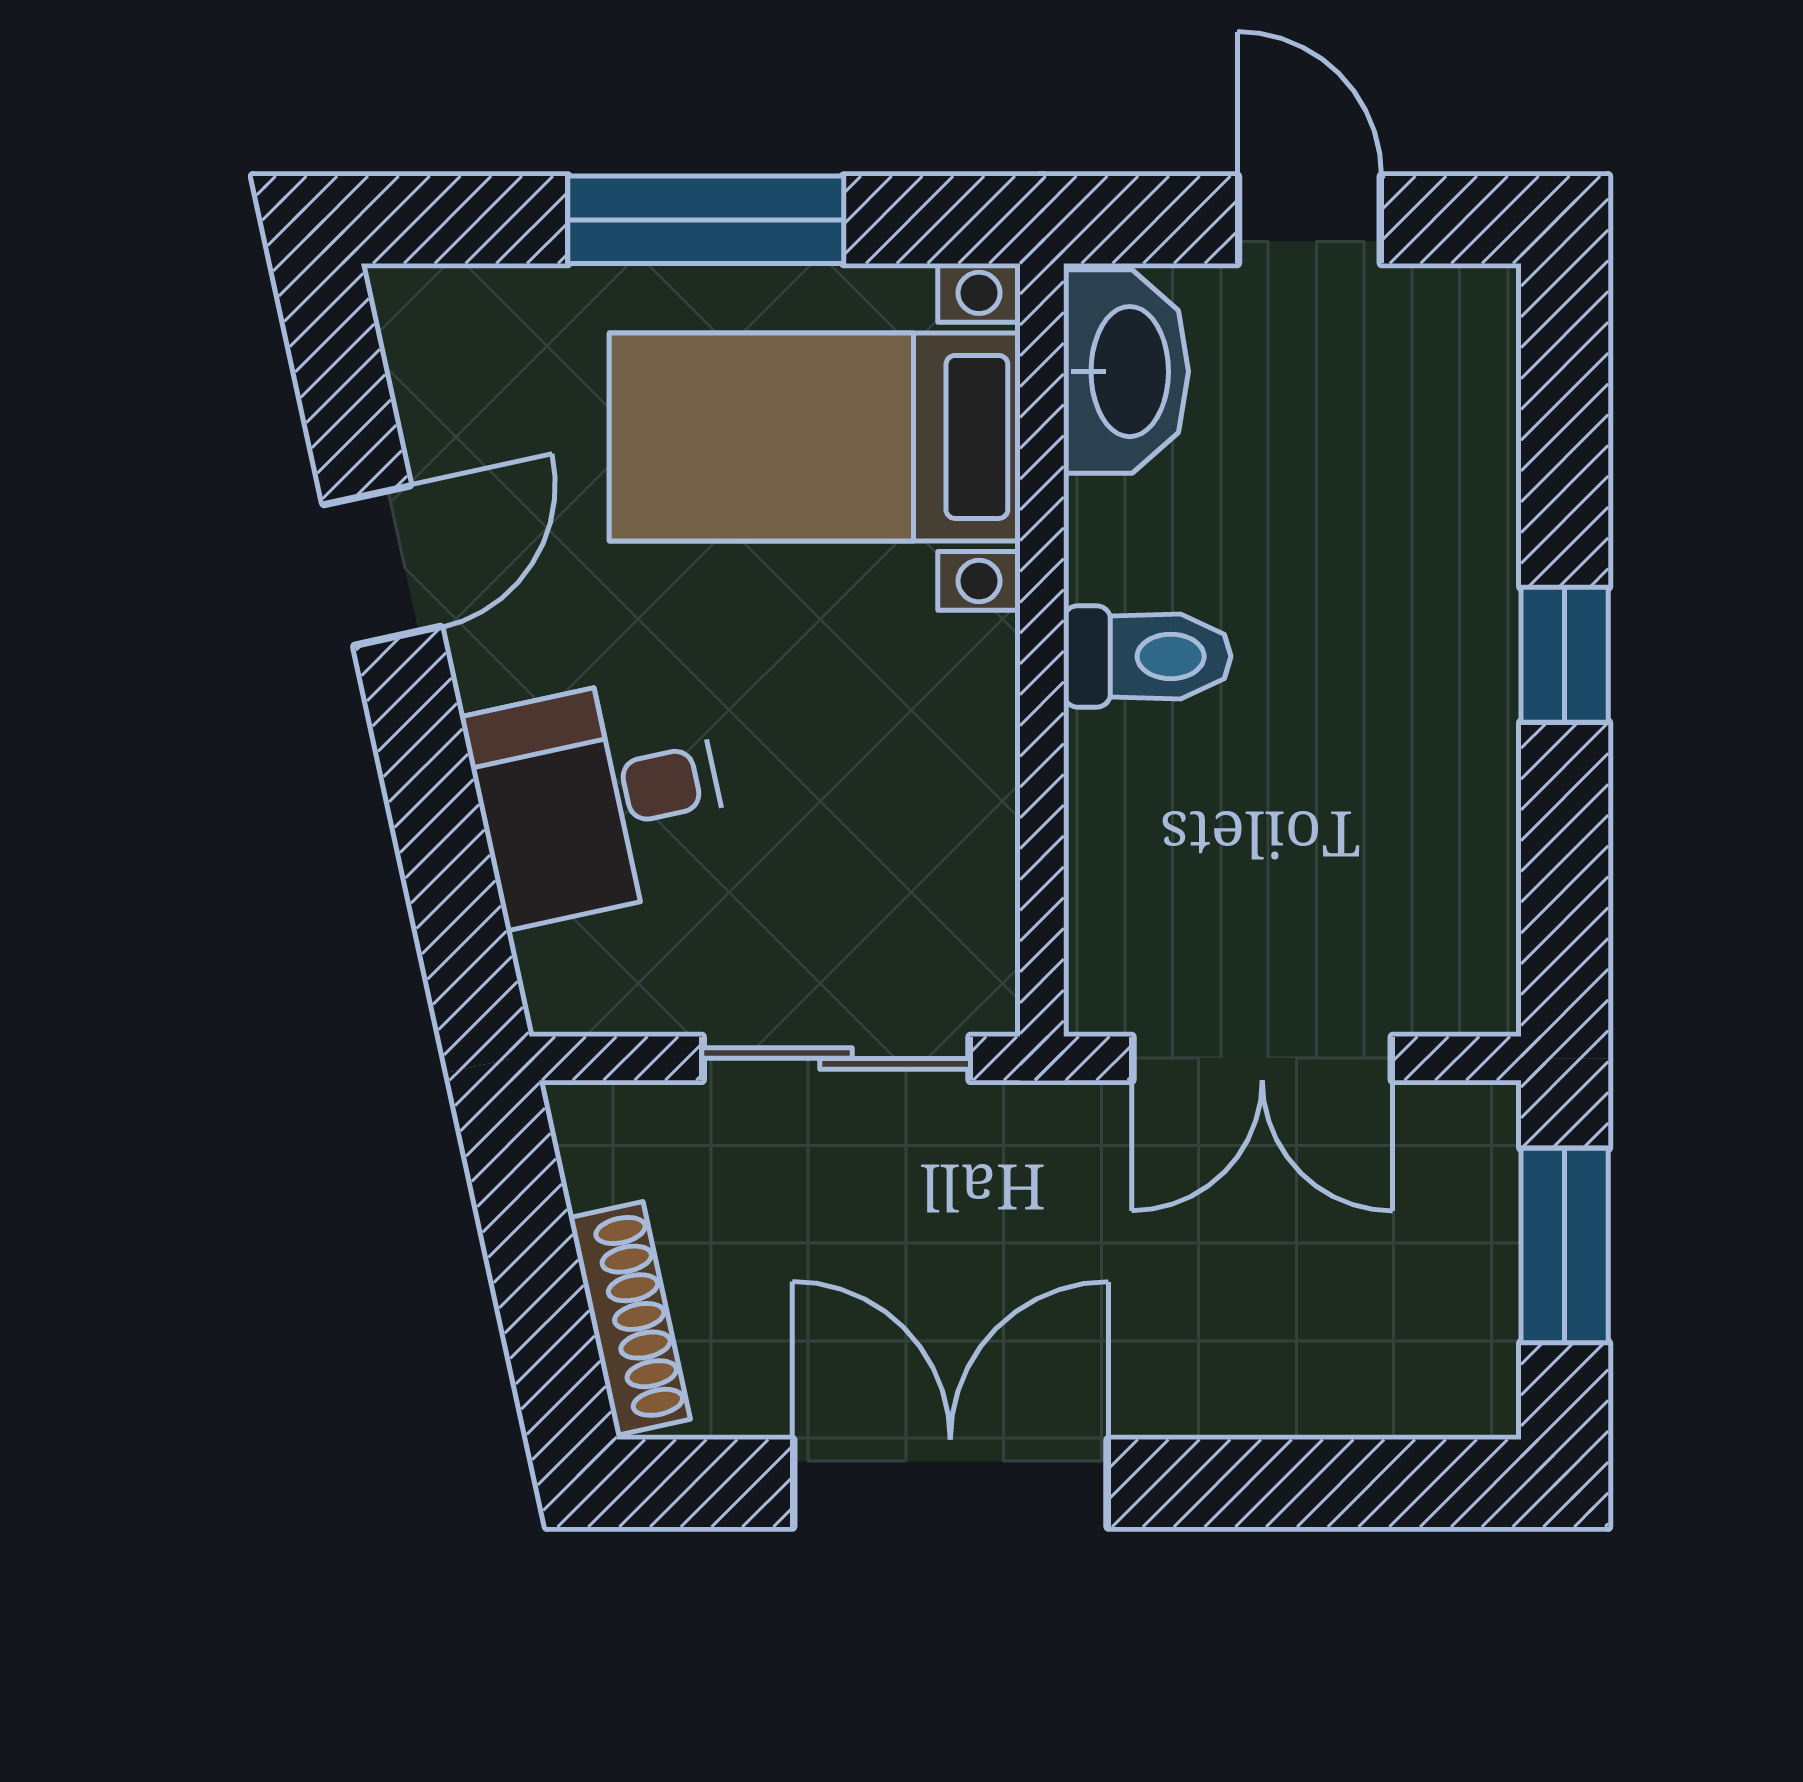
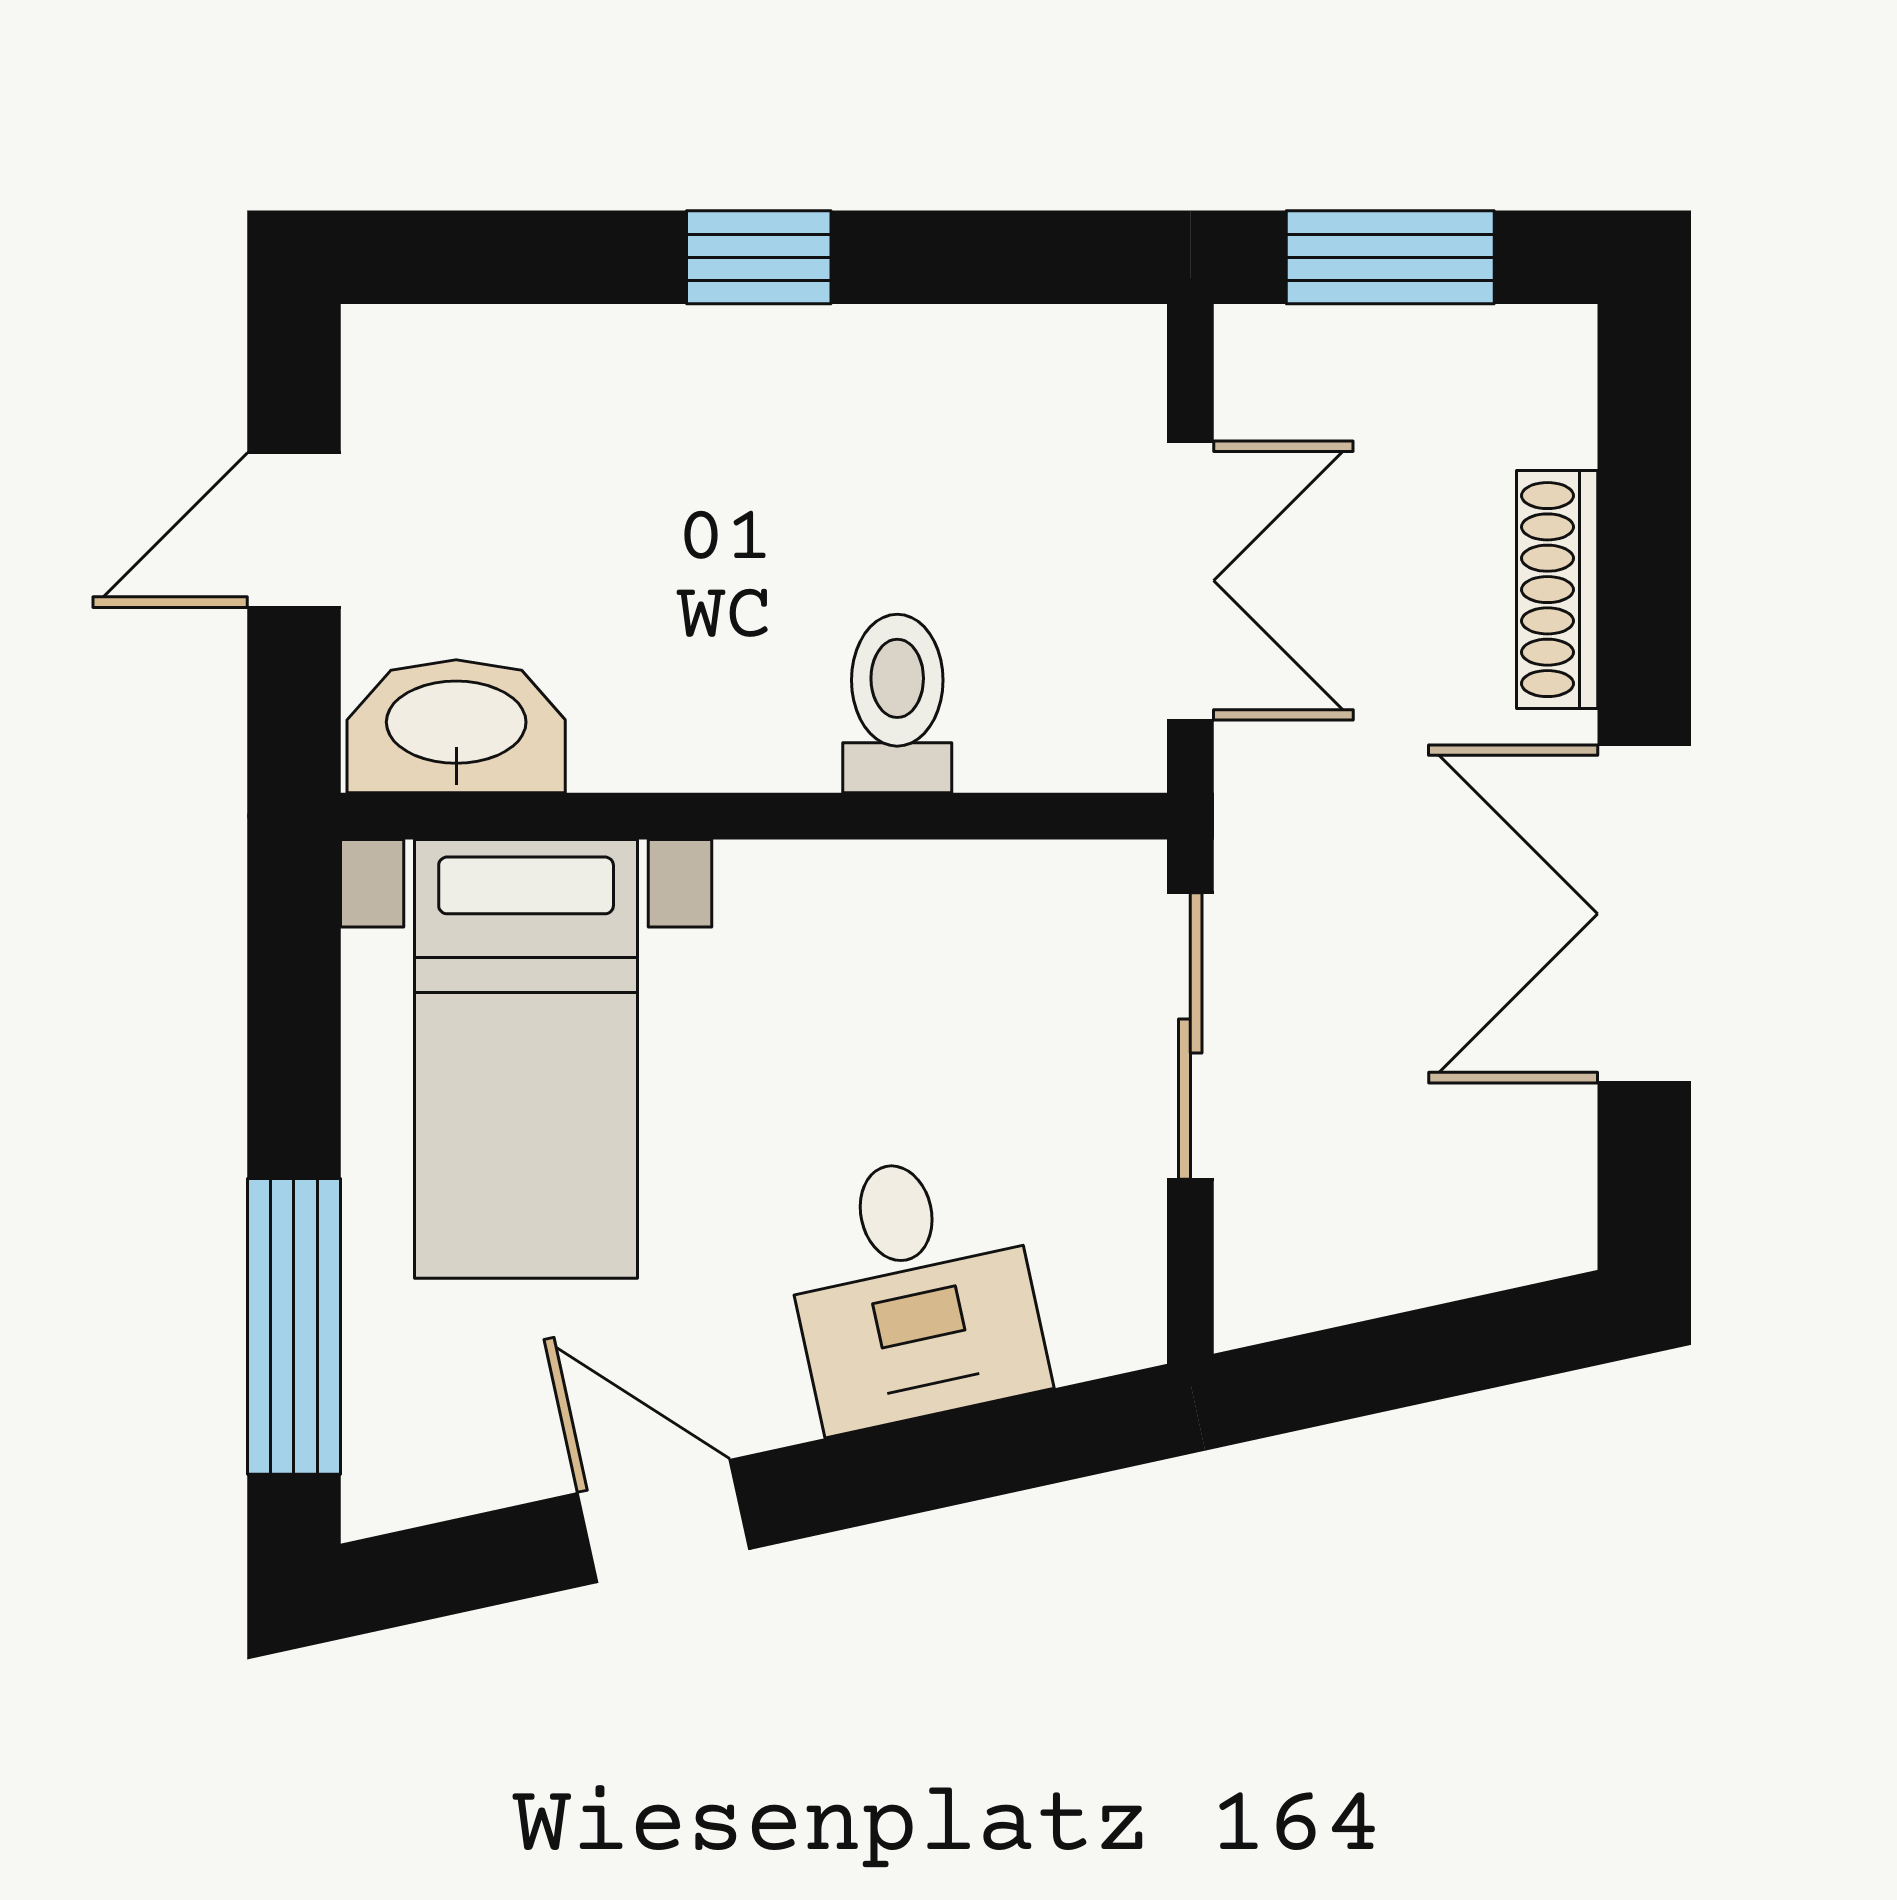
window: (706, 220) -> (294, 1326), moved
toilet: (1147, 656) -> (897, 703), moved
shoe rack: (630, 1318) -> (1557, 590), moved, turned -78

